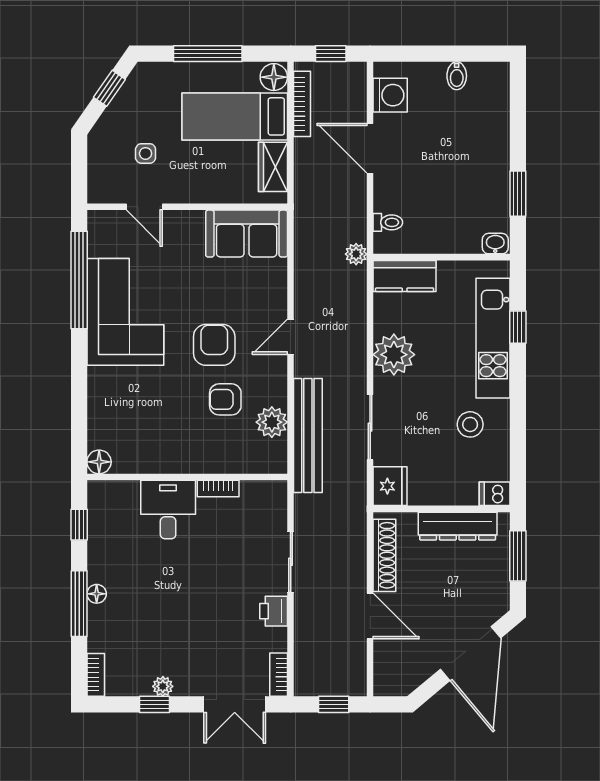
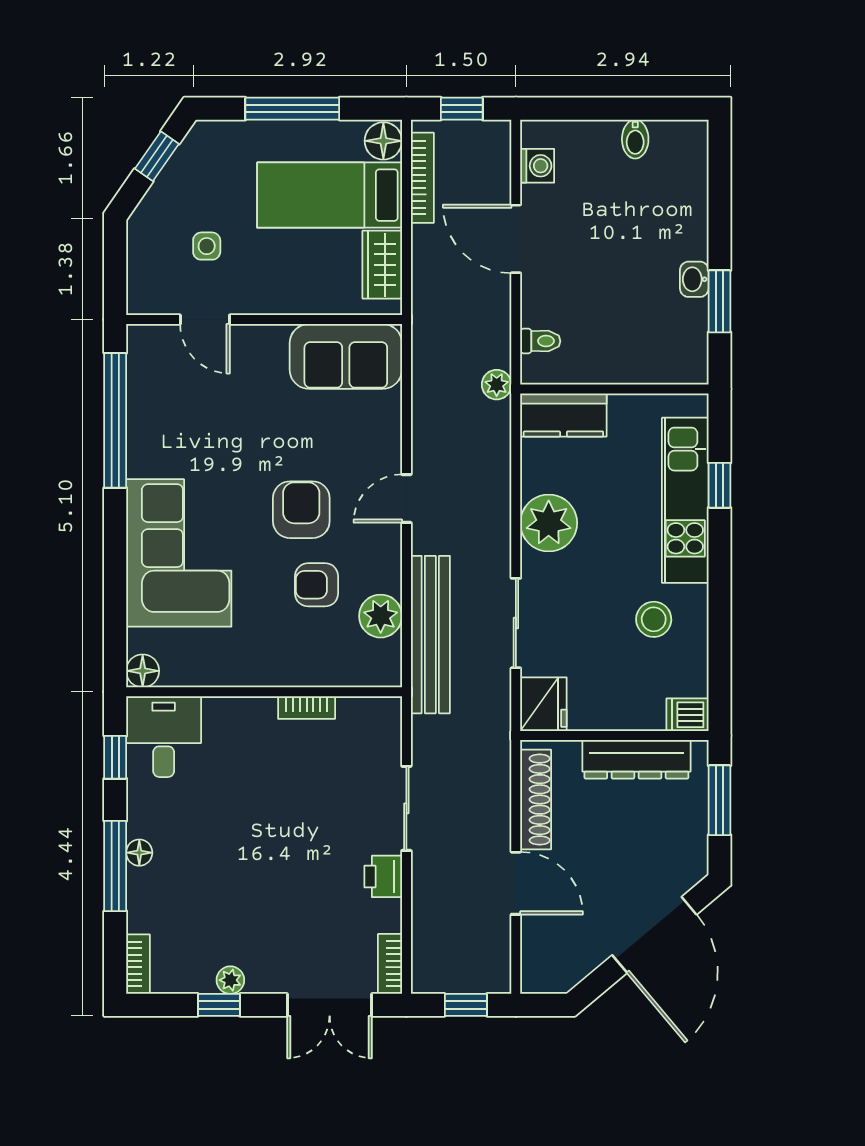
washing machine: (390, 95) -> (537, 166), width x0.73, depth x0.73
washbasin: (495, 244) -> (694, 279), moved, turned -90
corner sofa: (125, 312) -> (179, 553), moved
desk: (168, 510) -> (164, 737), moved

